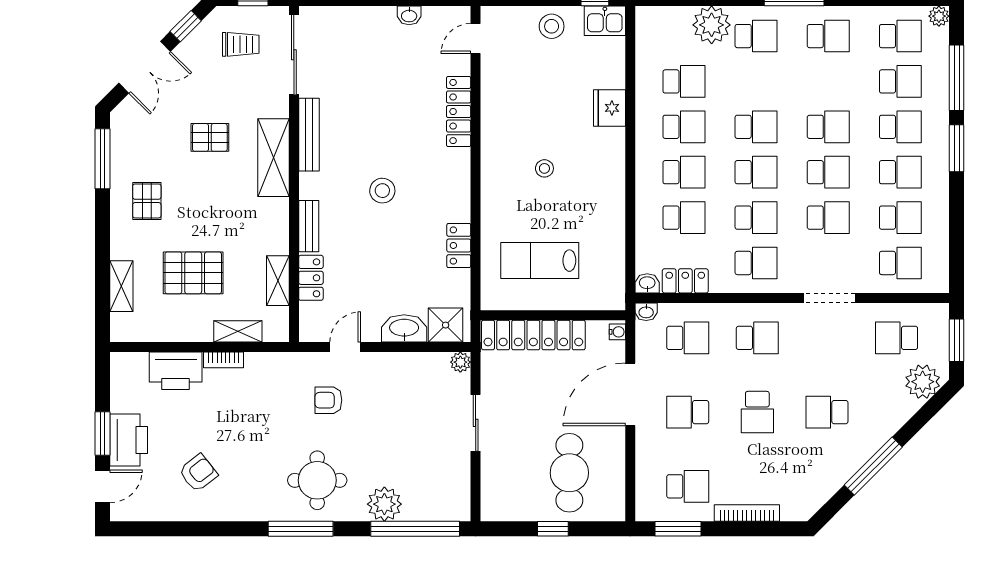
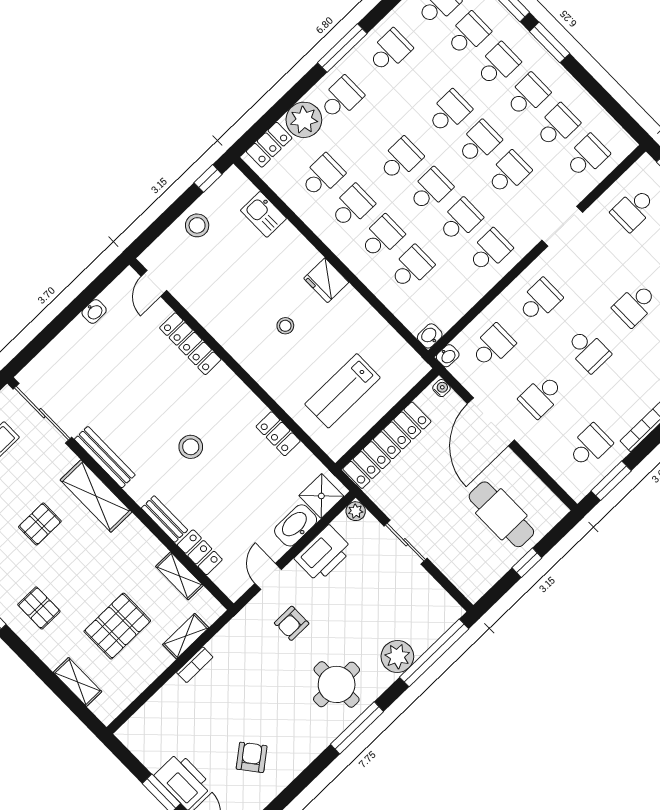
kitchen sink: (605, 21) -> (263, 214), moved, turned 90
fridge: (609, 108) -> (326, 280), moved
locker: (685, 281) -> (269, 145), moved, turned 180
printer: (176, 371) -> (323, 554), moved

